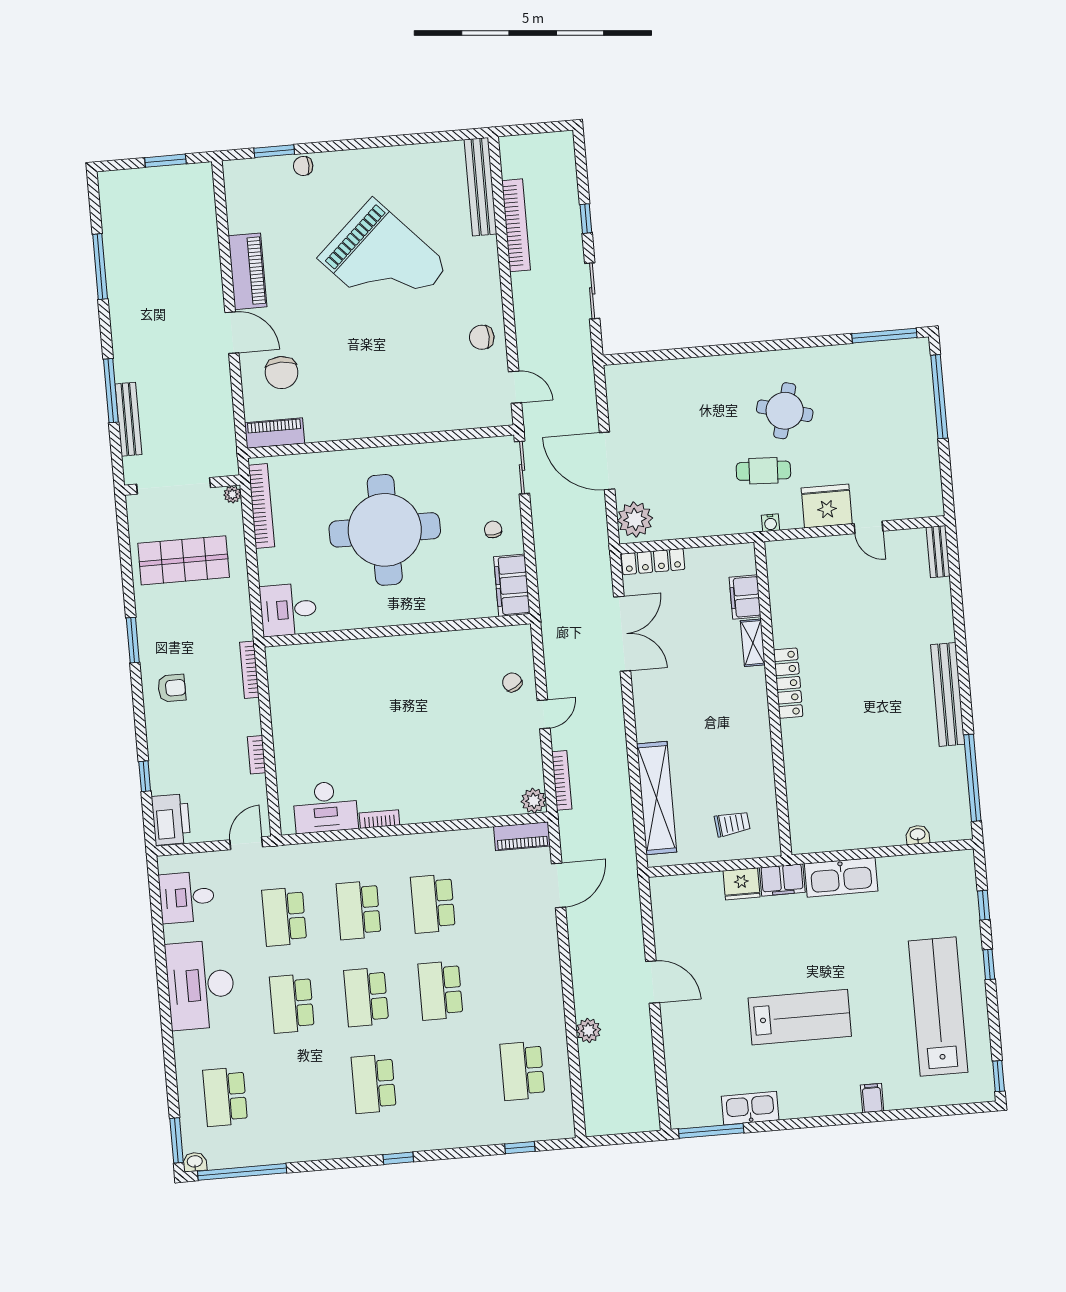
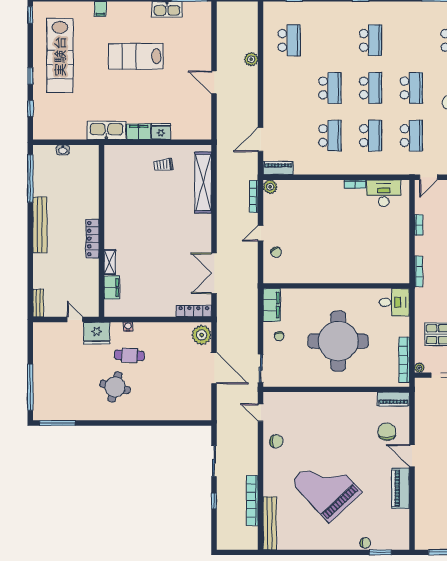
filing cabinet: (745, 597) -> (112, 287), moved
shelving: (753, 643) -> (110, 262), moved
locker: (788, 683) -> (92, 239), moved
wall: (773, 699) -> (101, 231), moved

